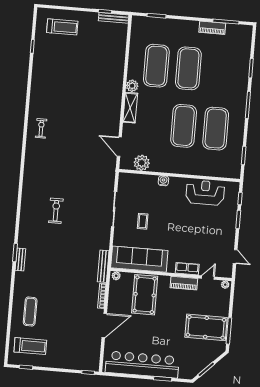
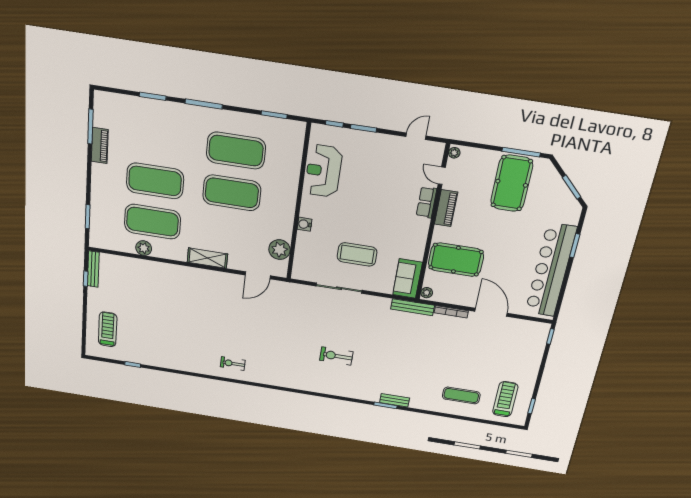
plant: (132, 86) -> (144, 248), moved
coffee table: (143, 221) -> (357, 254), width x1.86, depth x1.72
sofa: (139, 259) -> (408, 279), width x0.54, depth x0.79

